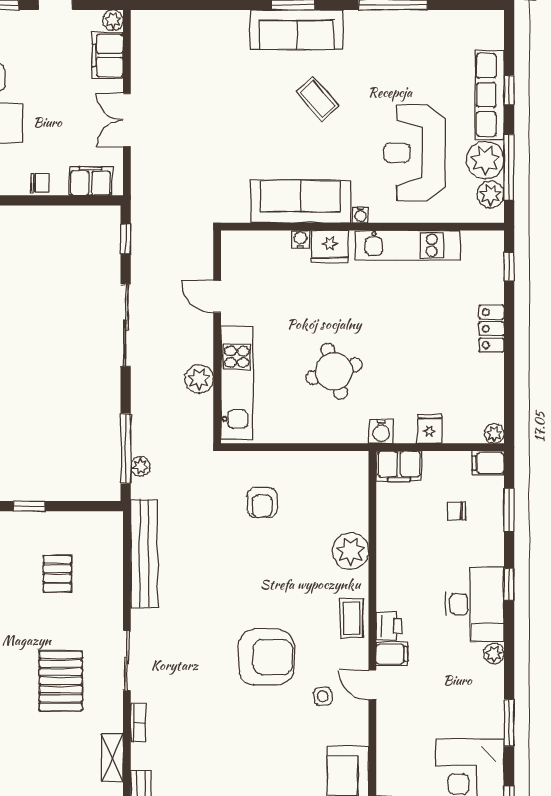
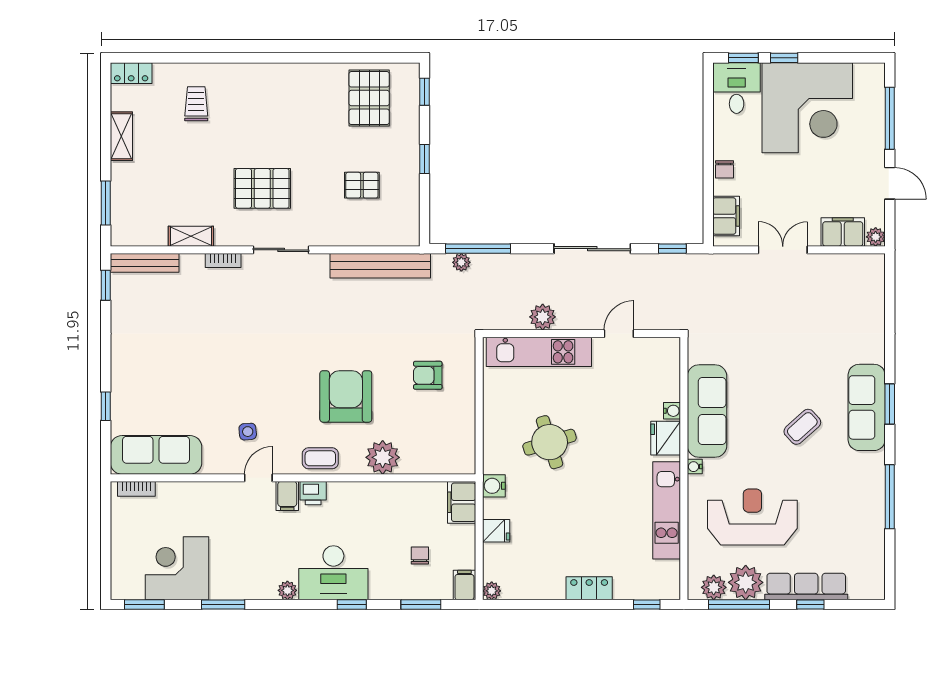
armchair: (266, 657) -> (346, 396), moved, turned 180

